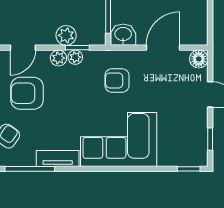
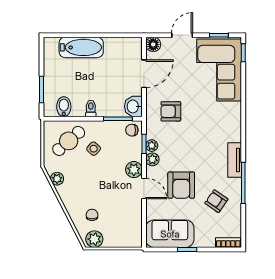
chair: (94, 33) -> (132, 130), added
plant: (66, 35) -> (134, 170), moved
door: (163, 48) -> (144, 74), swing flipped
armchair: (117, 80) -> (171, 111), turned 90
corner sofa: (119, 139) -> (219, 70), moved

